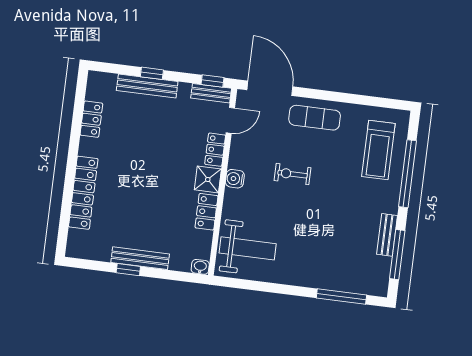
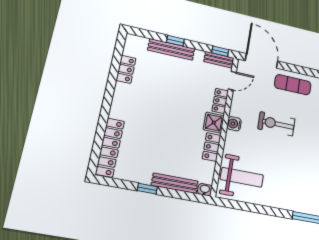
exercise bike: (293, 174) -> (276, 124), width x1.38, depth x1.39
locker: (83, 193) -> (110, 147), moved
bench: (140, 258) -> (175, 183), moved

